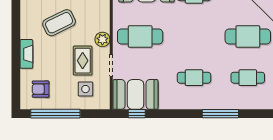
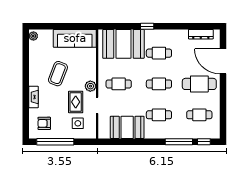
coffee table: (59, 23) -> (58, 74), turned -43
cafe table: (140, 36) -> (119, 84), width x0.73, depth x0.74
cafe table: (194, 36) -> (159, 84), added
booth: (136, 94) -> (127, 127), moved
window: (137, 114) -> (204, 142), moved

